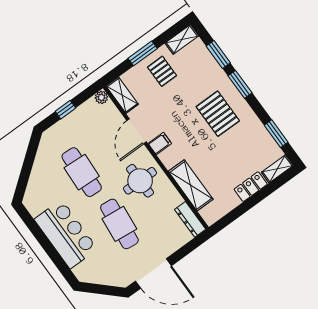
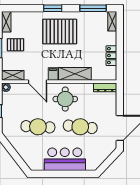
window: (218, 55) -> (28, 8), removed
pallet: (218, 114) -> (60, 32), width x1.37, depth x1.41
window: (276, 134) -> (93, 8), width x1.44
shelving: (191, 185) -> (75, 74), moved
locker: (251, 187) -> (111, 56), moved

